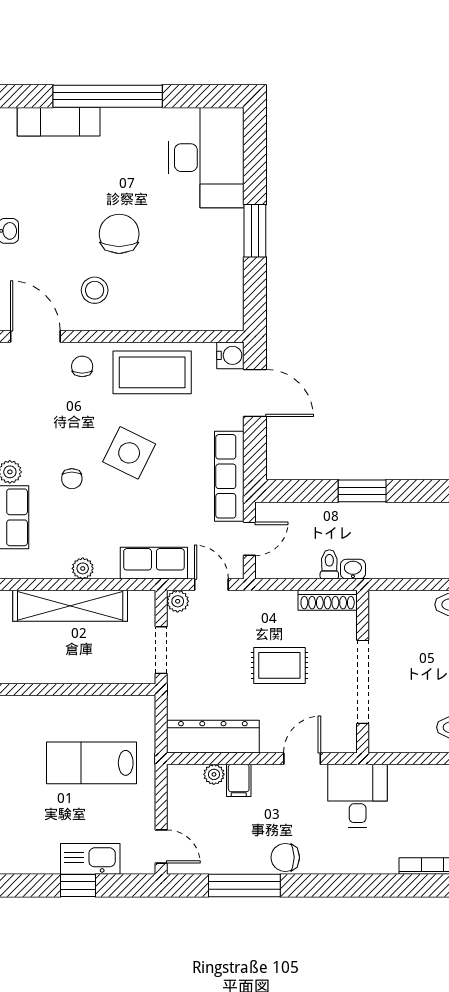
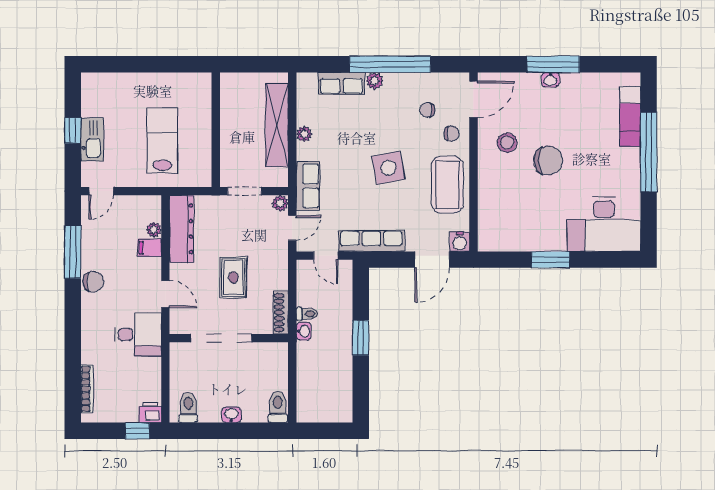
side table: (129, 453) -> (388, 168), turned -37
chair: (72, 479) -> (427, 110), moved
chair: (285, 857) -> (93, 282), turned 90

